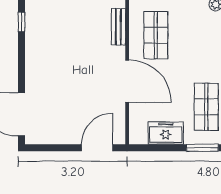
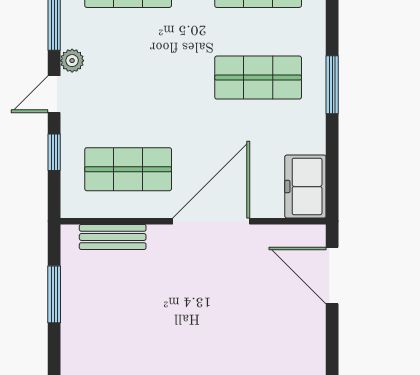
freezer: (166, 133) -> (305, 187), moved

